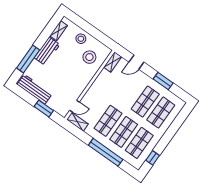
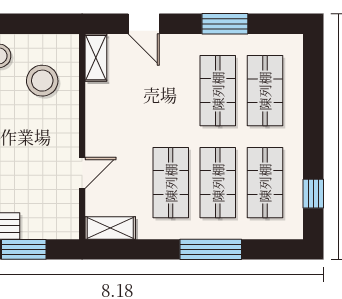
door: (136, 62) -> (144, 24), hinge flipped
door: (75, 106) -> (82, 173), moved
window: (106, 152) -> (211, 249), width x0.68

